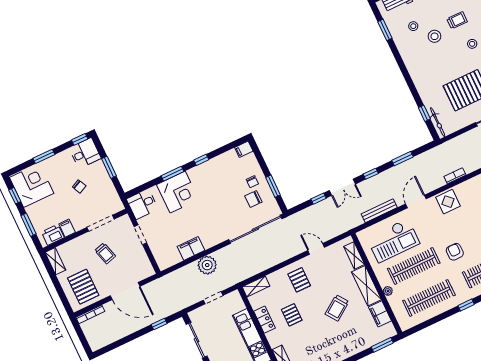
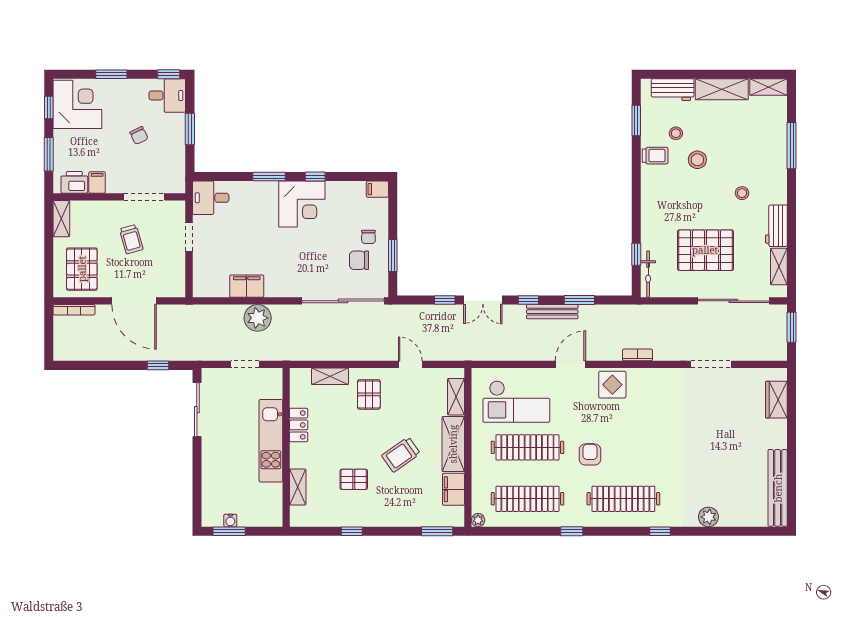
trolley: (457, 20) -> (655, 156), moved
corner desk: (178, 192) -> (302, 204), moved
bench: (379, 211) -> (552, 312), moved
shelving: (256, 286) -> (330, 376), moved
plant: (388, 291) -> (478, 520), moved
pallet: (292, 315) -> (354, 479), moved, turned 90

